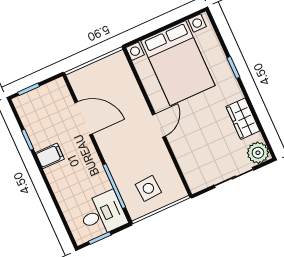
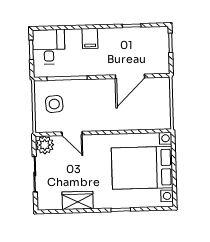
door: (159, 125) -> (72, 133), moved
plant: (258, 153) -> (45, 145), moved
filing cabinet: (50, 156) -> (90, 38), moved
desk: (103, 214) -> (49, 47), moved, turned 180

